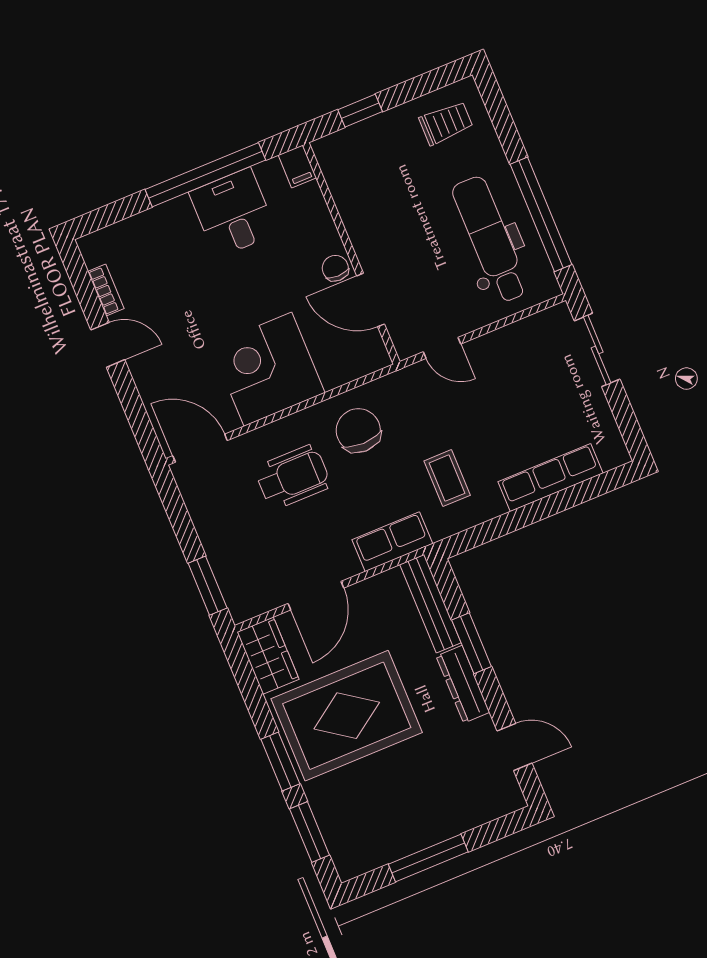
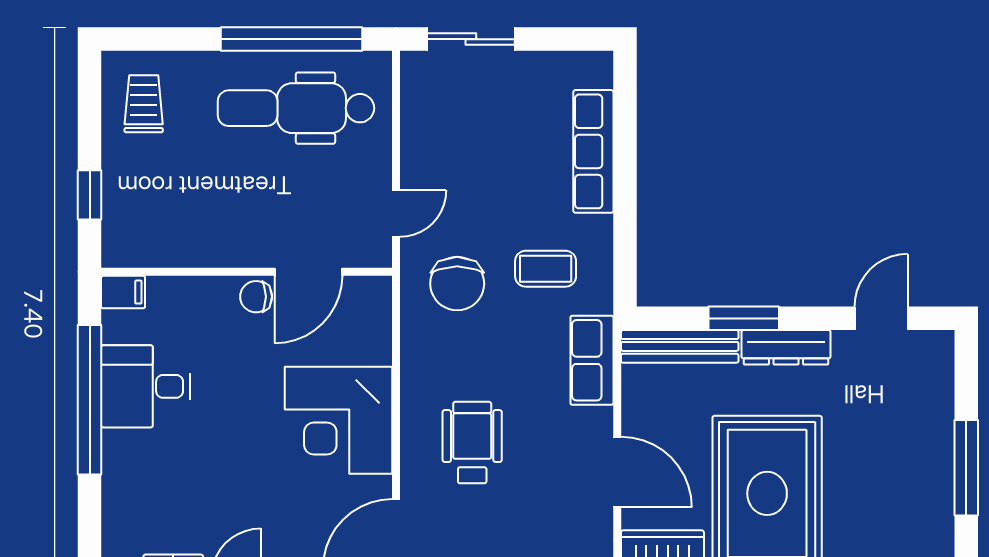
chair: (358, 431) -> (457, 284), moved, turned -90

